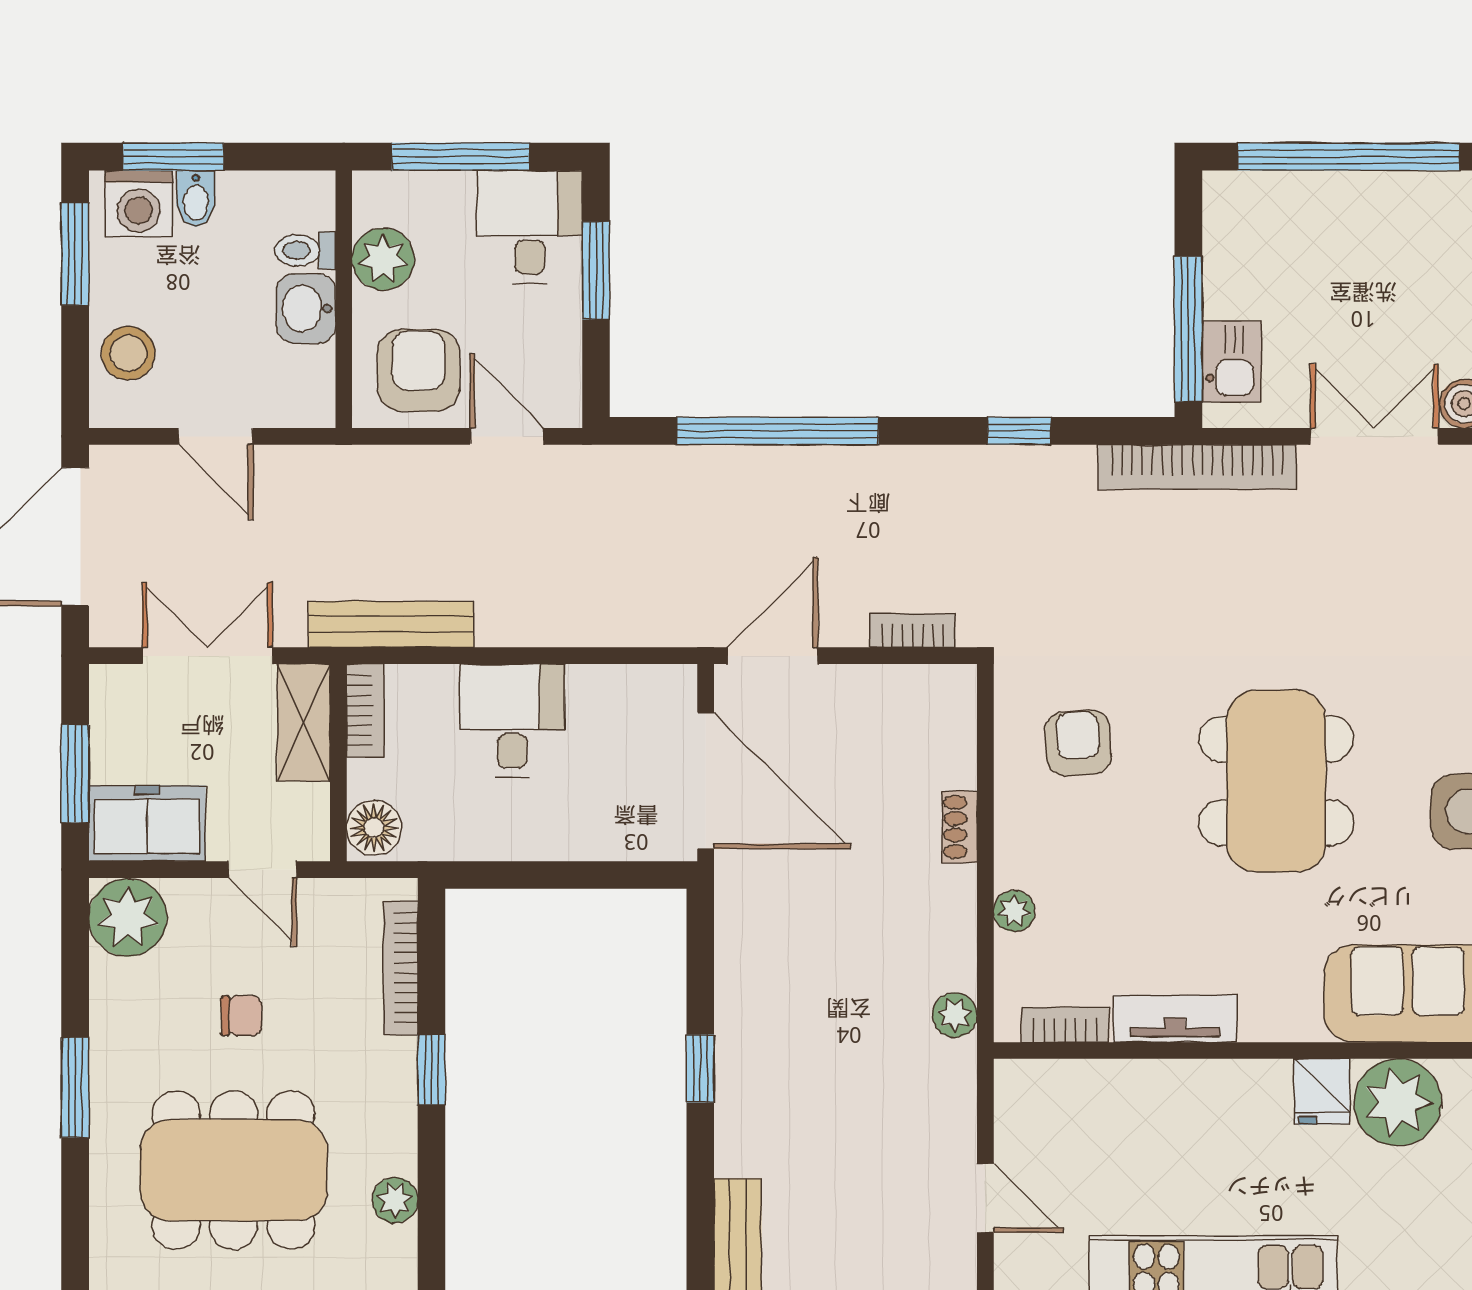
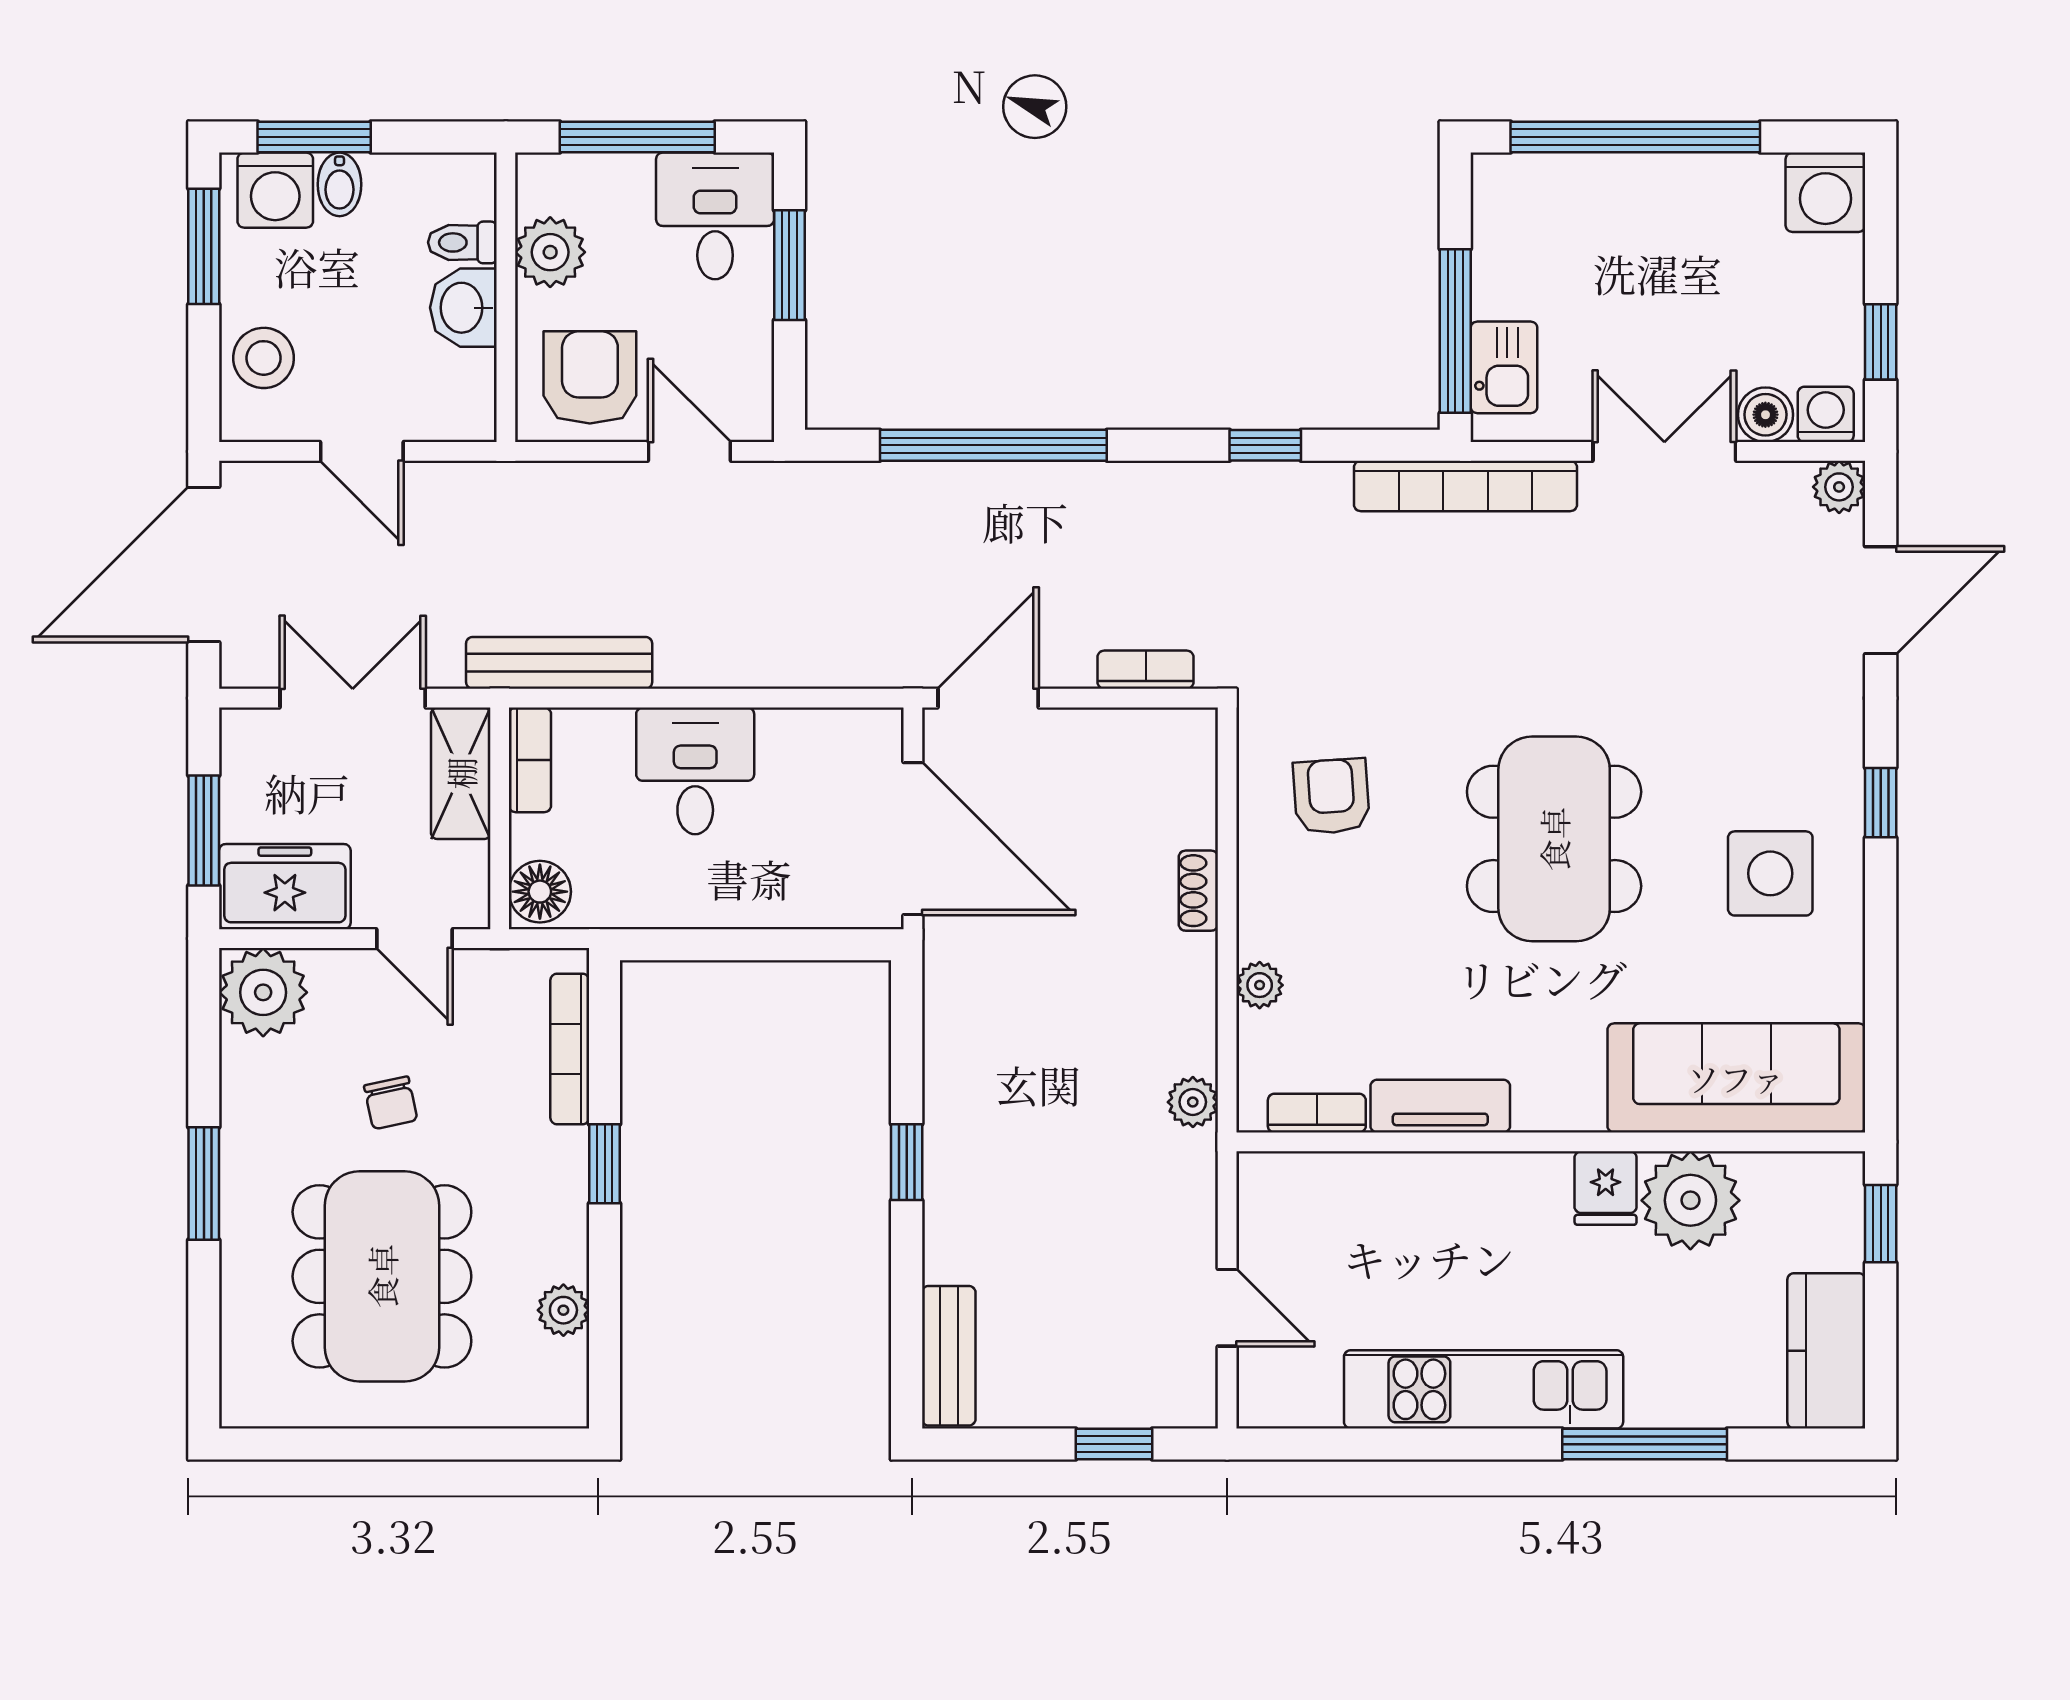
chair: (241, 1016) -> (391, 1103), turned 78
dining table: (234, 1170) -> (382, 1276), turned 90

